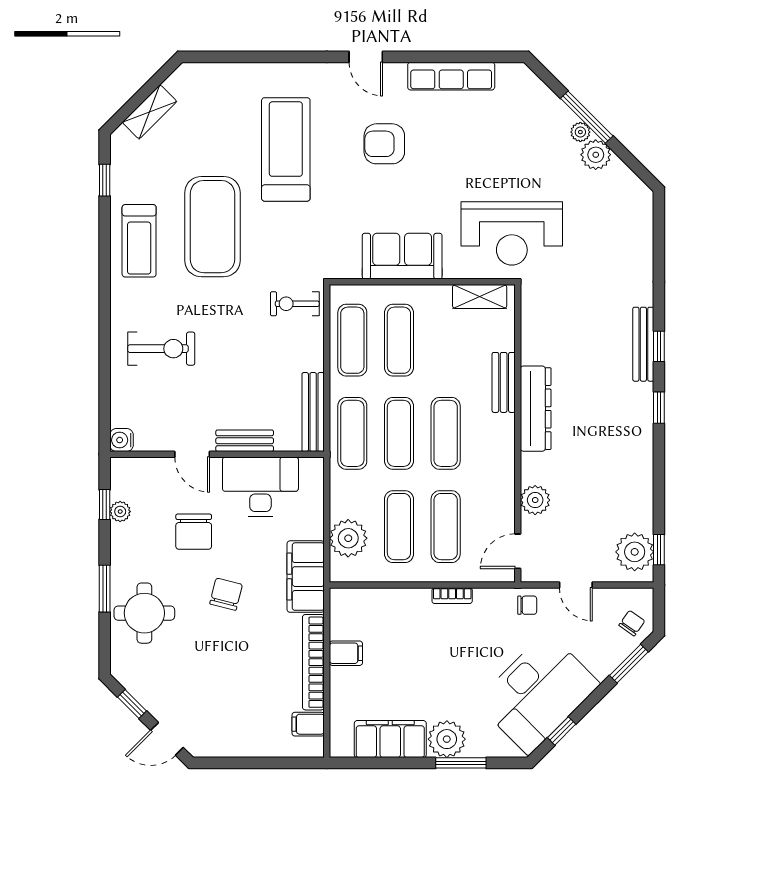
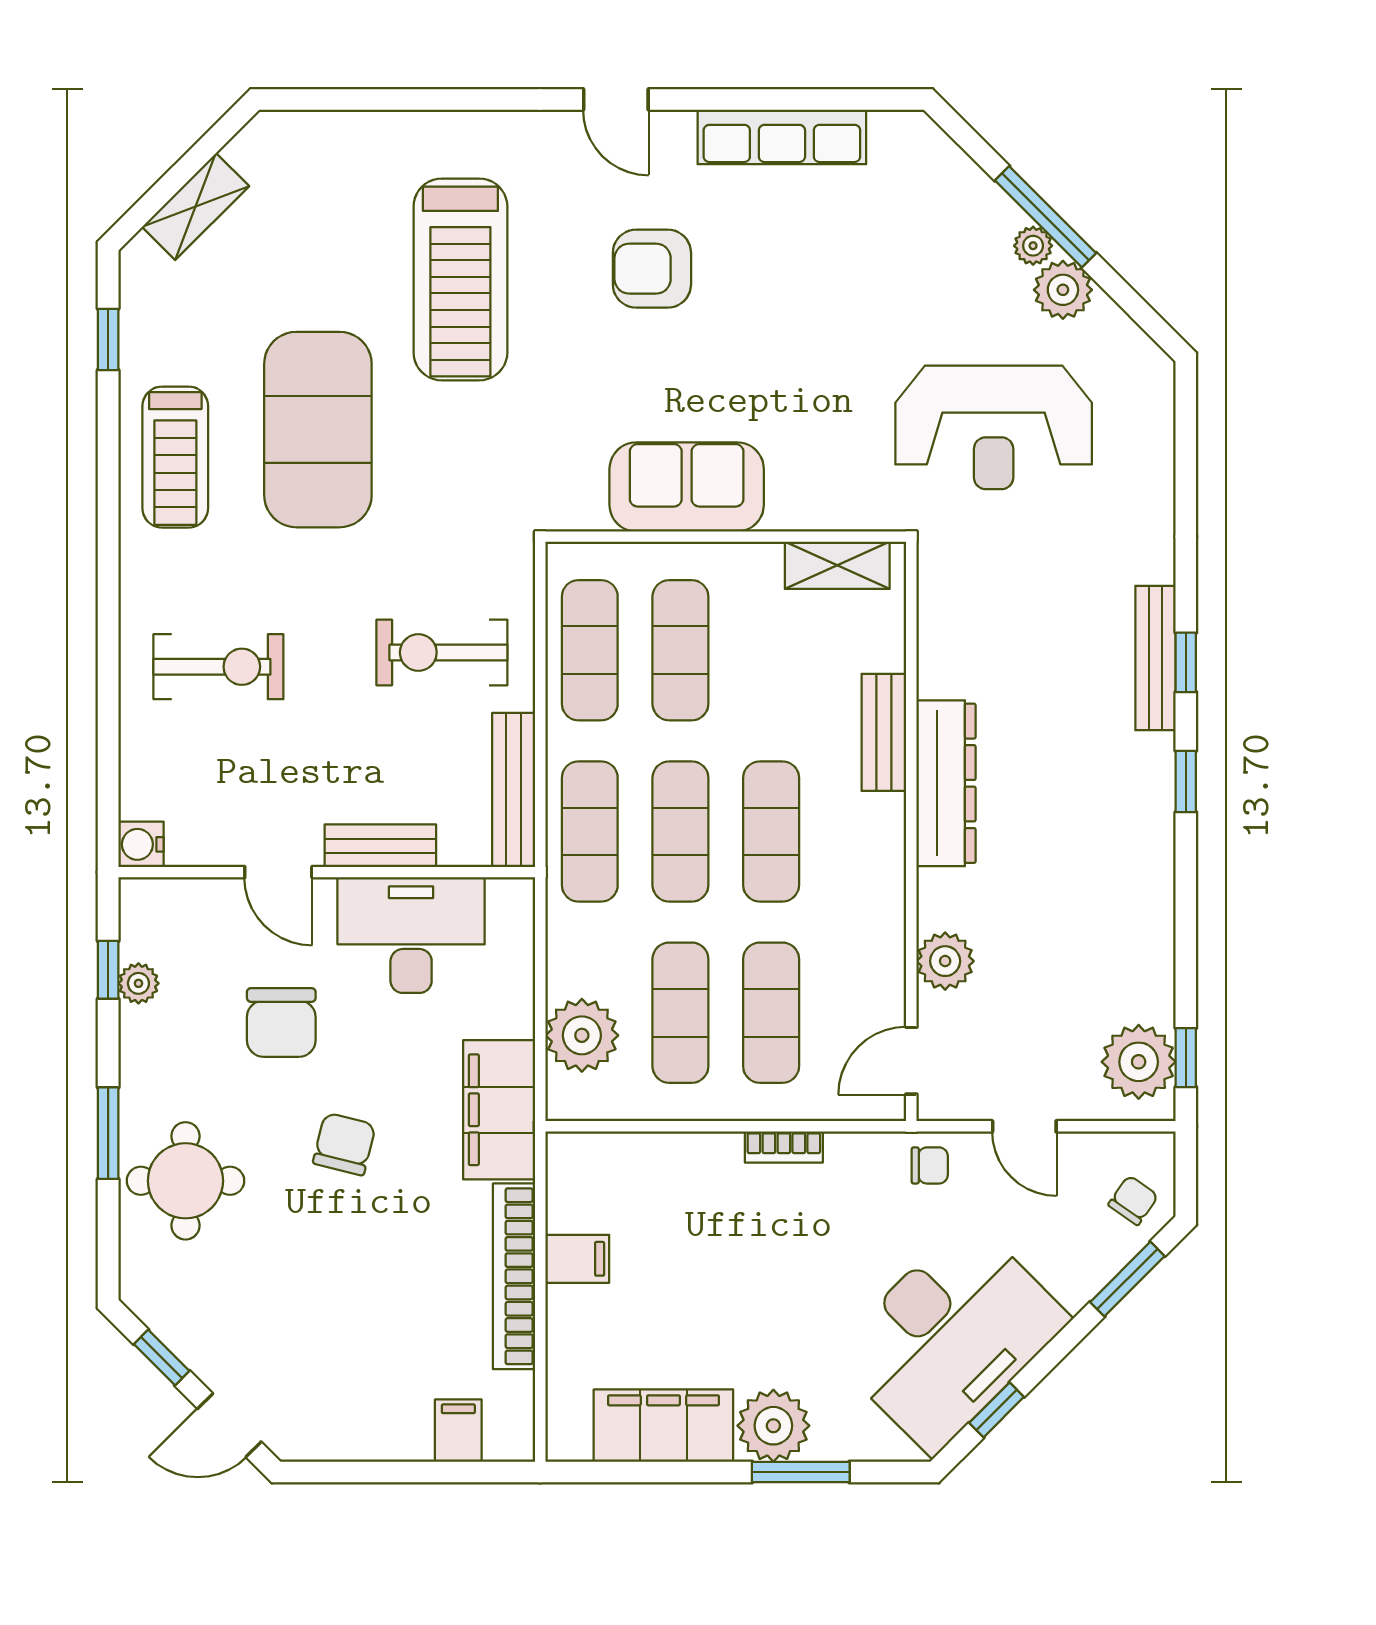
treadmill: (286, 149) -> (460, 279), turned 180
reception desk: (512, 233) -> (994, 427), moved
exercise bike: (295, 304) -> (442, 652), moved, width x1.38, depth x1.39
filing cabinet: (308, 724) -> (458, 1431), moved, turned 90

